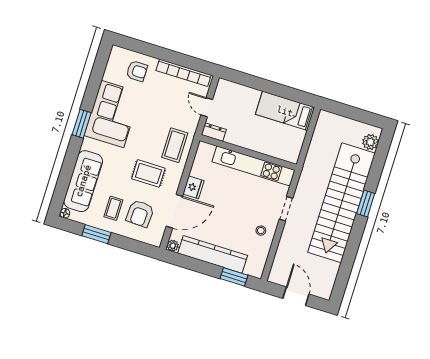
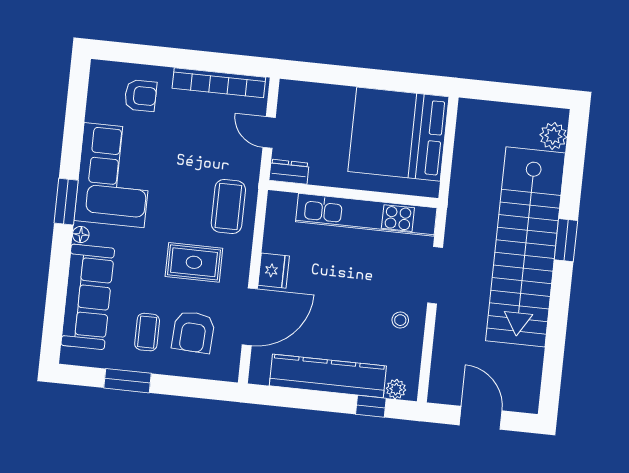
bed: (285, 111) -> (398, 134), width x2.04
doorway: (286, 209) -> (435, 275), width x1.38
floor lamp: (65, 213) -> (81, 234), moved
plant: (173, 246) -> (396, 389), moved
window: (234, 277) -> (371, 406), width x0.67

